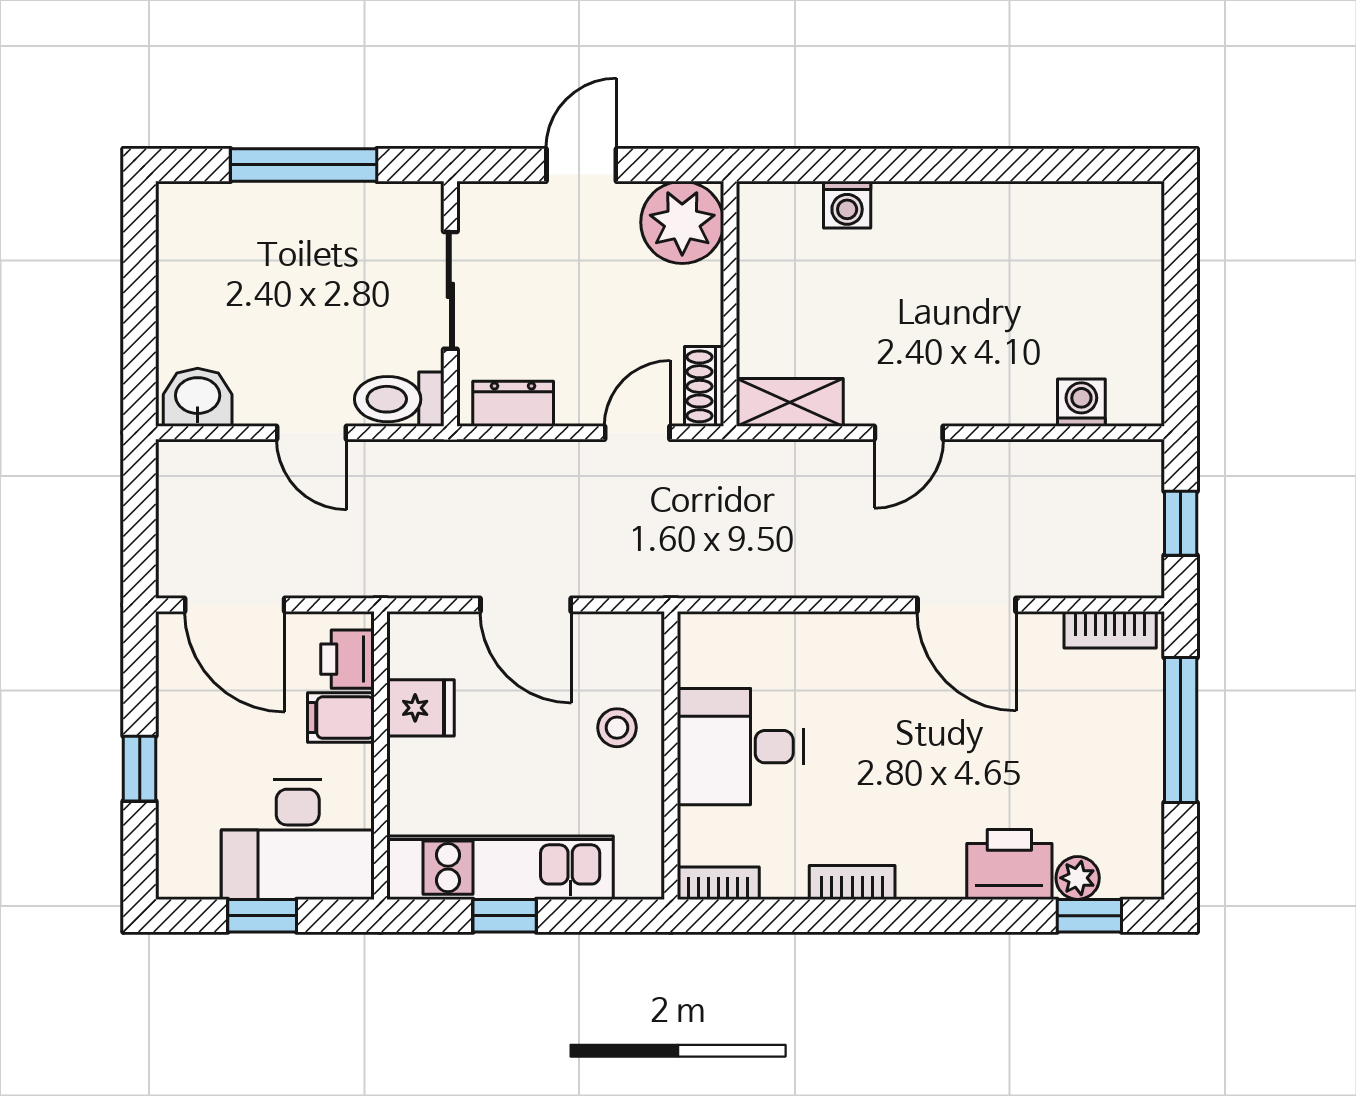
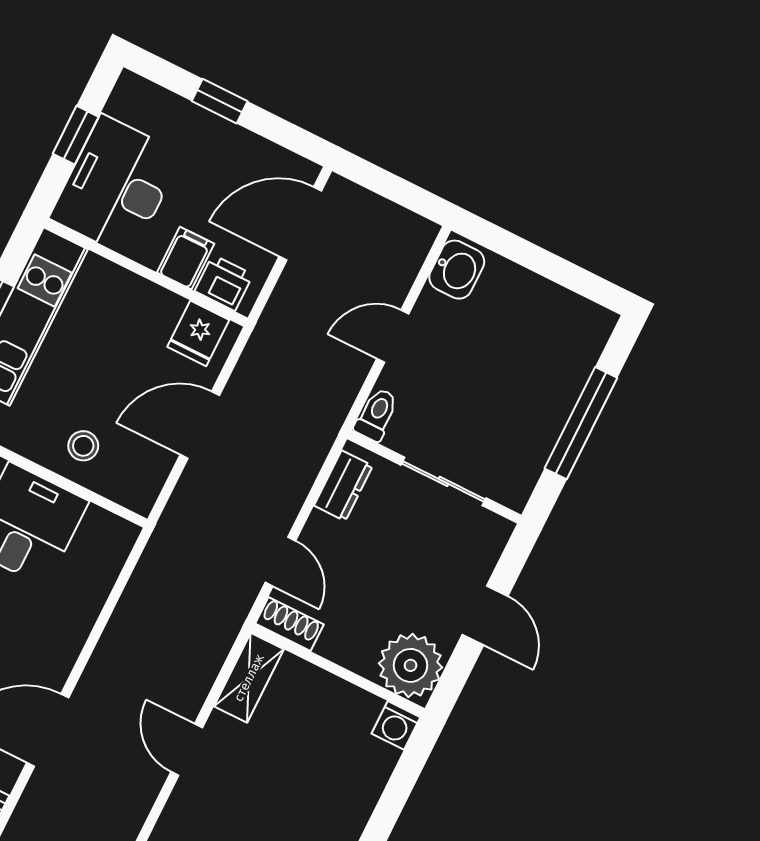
washing machine: (847, 205) -> (396, 725), moved, turned -90
toilet: (399, 399) -> (376, 415), width x0.73, depth x0.72
fridge: (421, 708) -> (198, 333), moved

